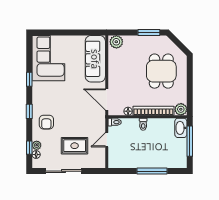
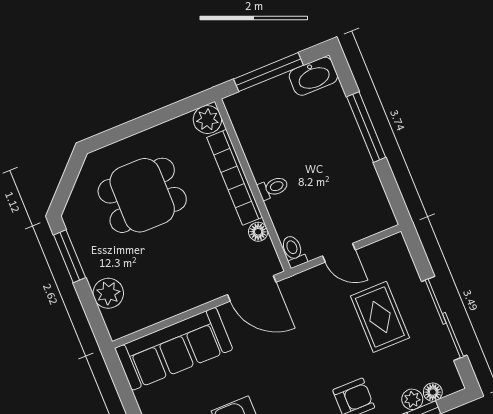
plant: (116, 42) -> (108, 293), moved
door: (107, 100) -> (252, 288), hinge flipped
washbasin: (181, 128) -> (313, 76), moved

